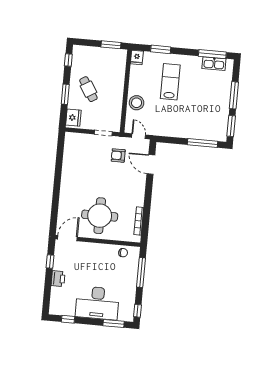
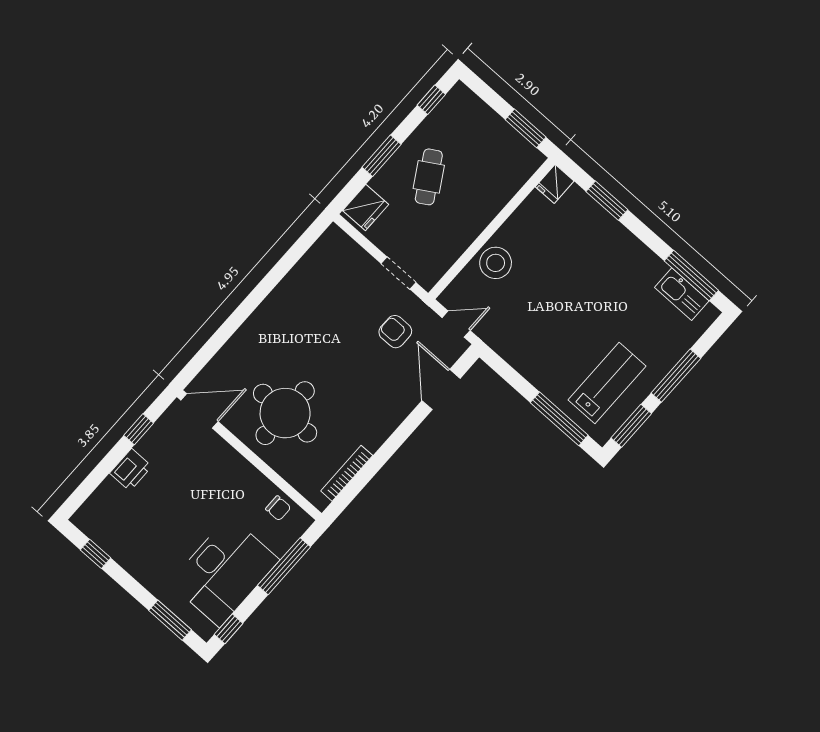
lab bench: (170, 82) -> (607, 383), moved
door: (139, 136) -> (456, 324), hinge flipped
desk: (97, 303) -> (224, 571), moved, turned -90

